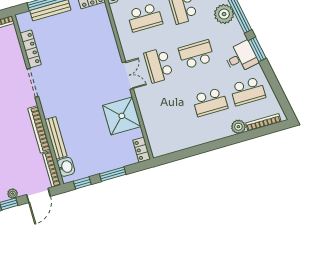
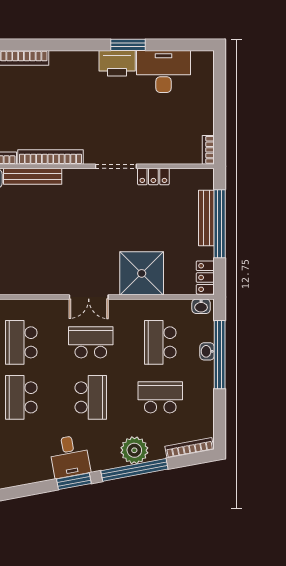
locker: (31, 49) -> (153, 177), width x0.66
school desk: (248, 91) -> (21, 342), moved
shower: (122, 116) -> (142, 273), moved

